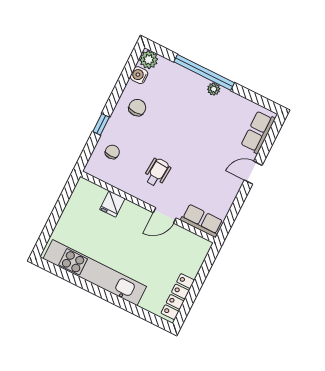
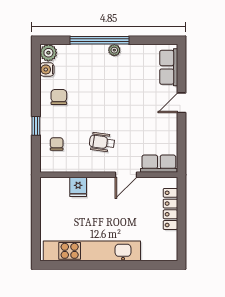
wheelchair: (157, 172) -> (102, 142), turned -86
locker: (178, 297) -> (170, 209), moved

